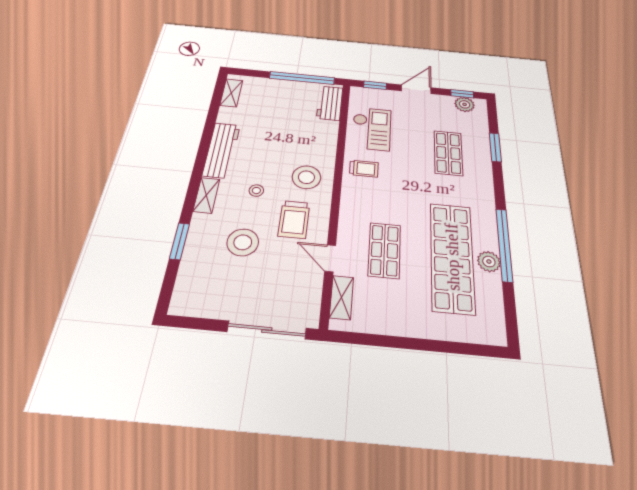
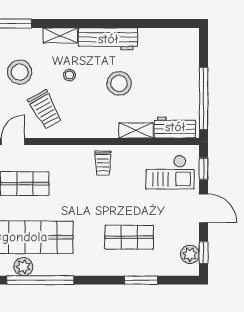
shelving: (231, 93) -> (136, 130), moved
checkout: (372, 129) -> (170, 172), moved
stool: (306, 177) -> (119, 83), moved
trolley: (294, 219) -> (45, 109), turned -119

